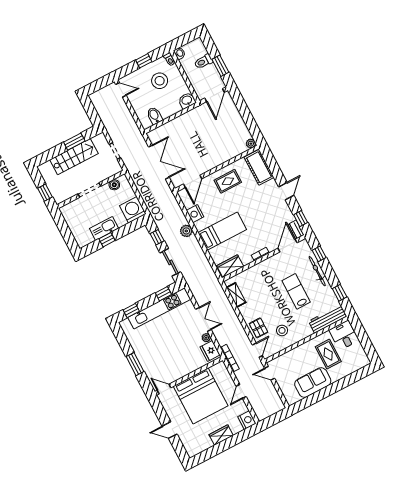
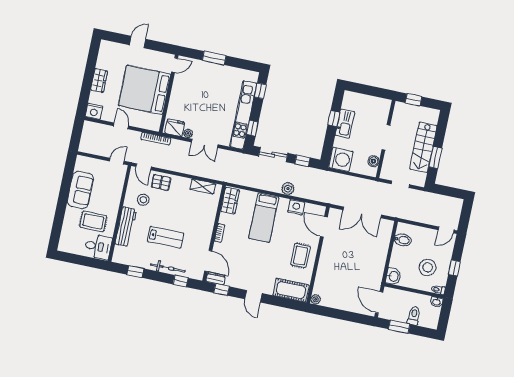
workbench: (328, 319) -> (126, 227), moved

